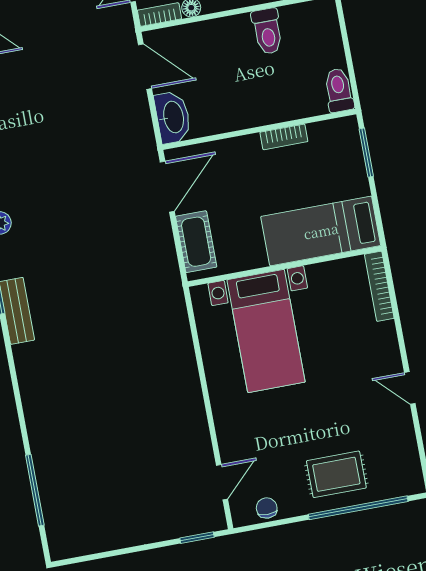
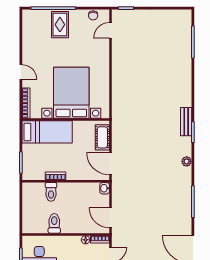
toilet: (339, 90) -> (51, 192), moved
washbasin: (173, 117) -> (105, 188), width x0.52, depth x0.69
door: (167, 187) -> (110, 164), hinge flipped
bed with nightstands: (266, 331) -> (71, 93), width x1.36
door: (410, 388) -> (21, 72), moved
rug: (336, 474) -> (60, 25), turned 90

